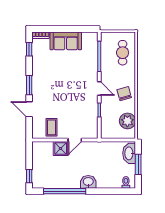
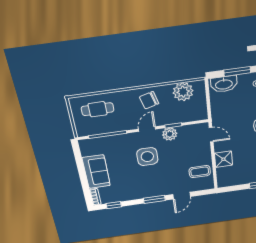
side table: (73, 85) -> (147, 157), added
plant: (92, 106) -> (170, 134), added
door: (75, 140) -> (211, 135), moved

